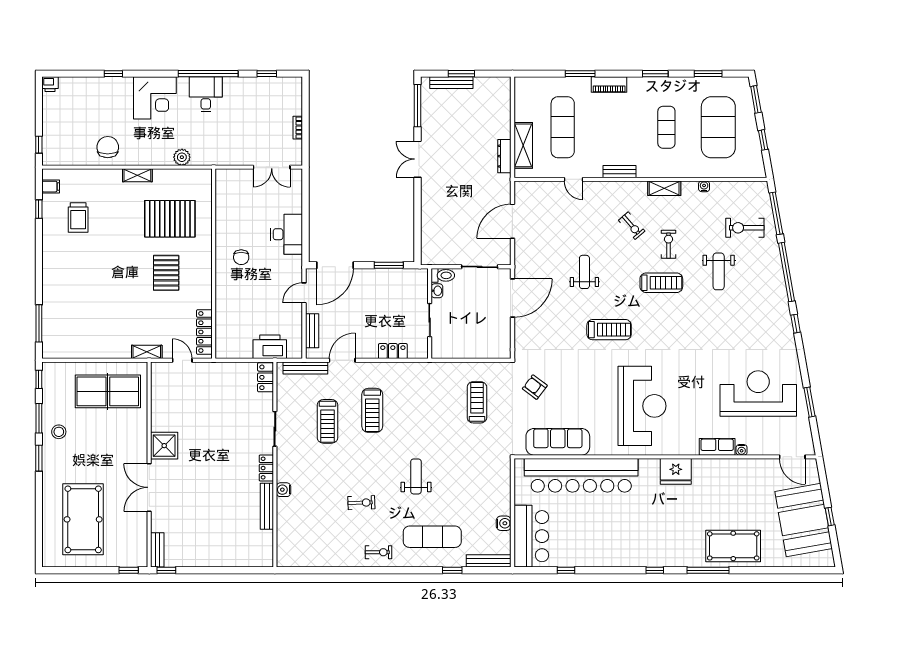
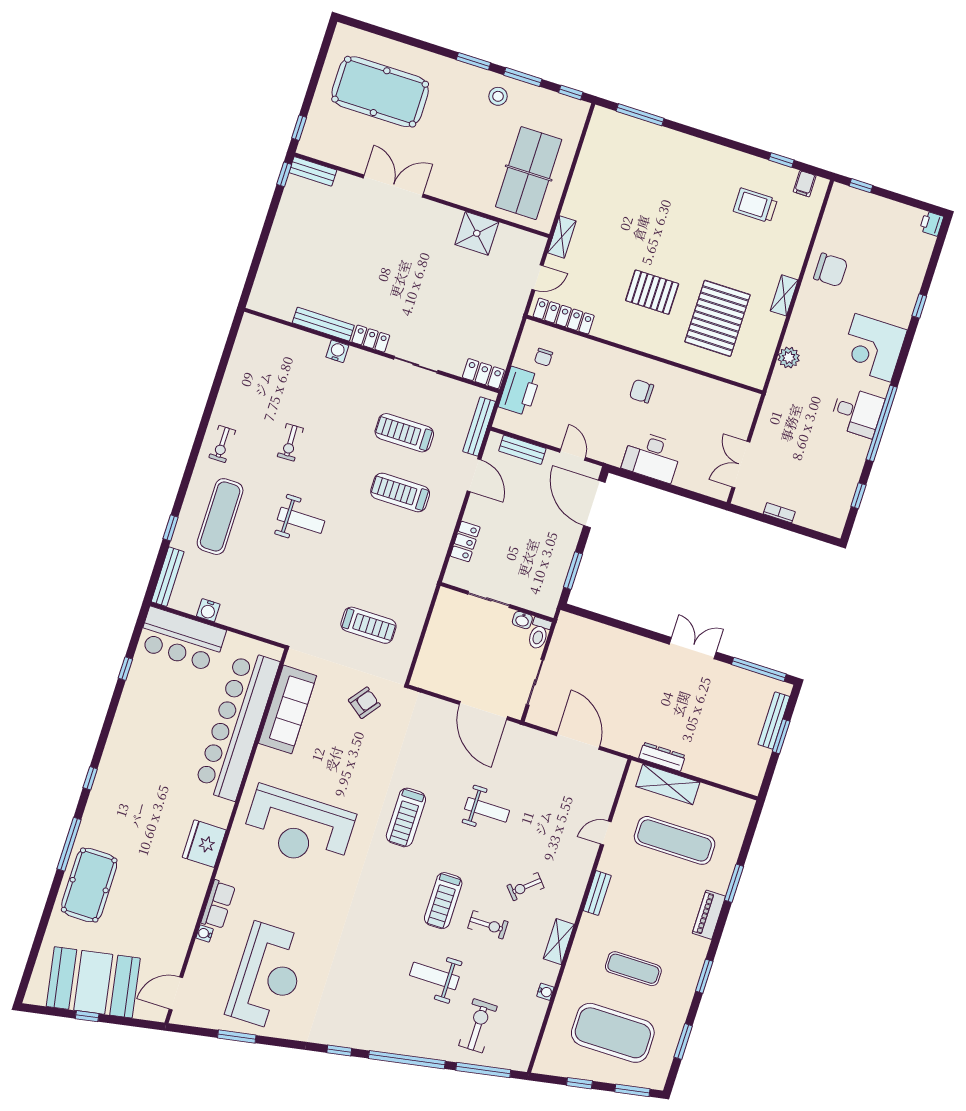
chair: (239, 337) -> (544, 357), added
shower: (164, 446) -> (477, 233), moved

